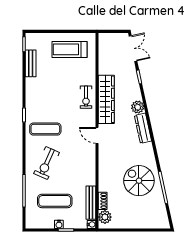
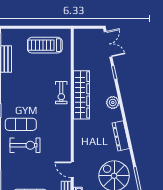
dresser: (143, 128) -> (121, 136), moved
door: (97, 135) -> (72, 170), moved
exercise bike: (47, 163) -> (25, 145), moved, turned -114

